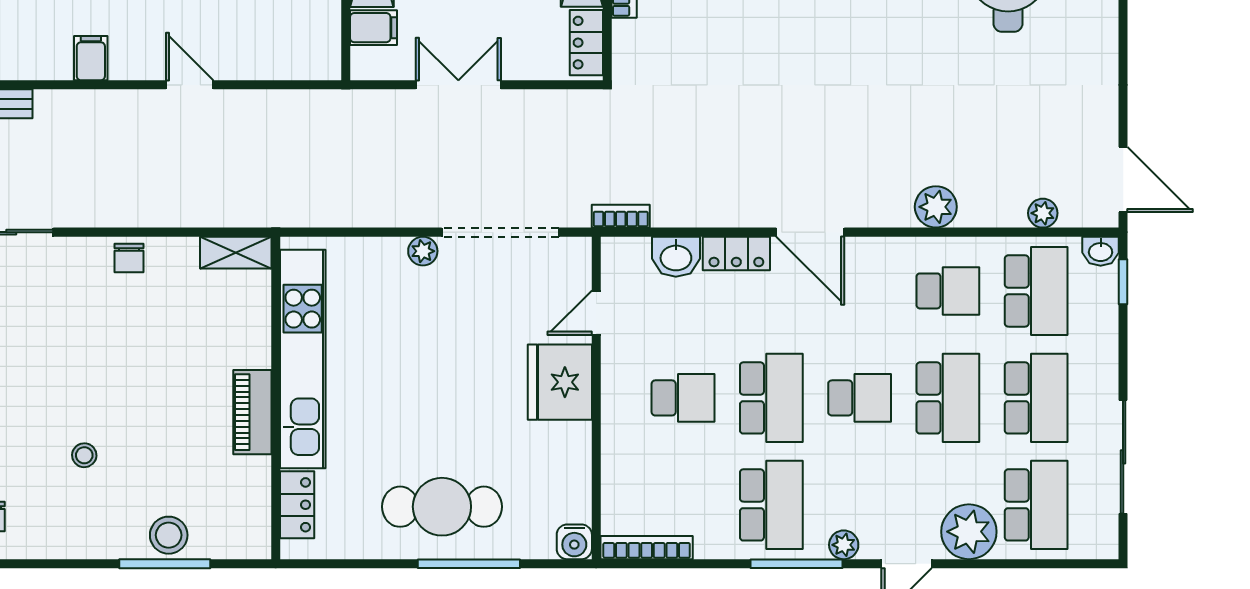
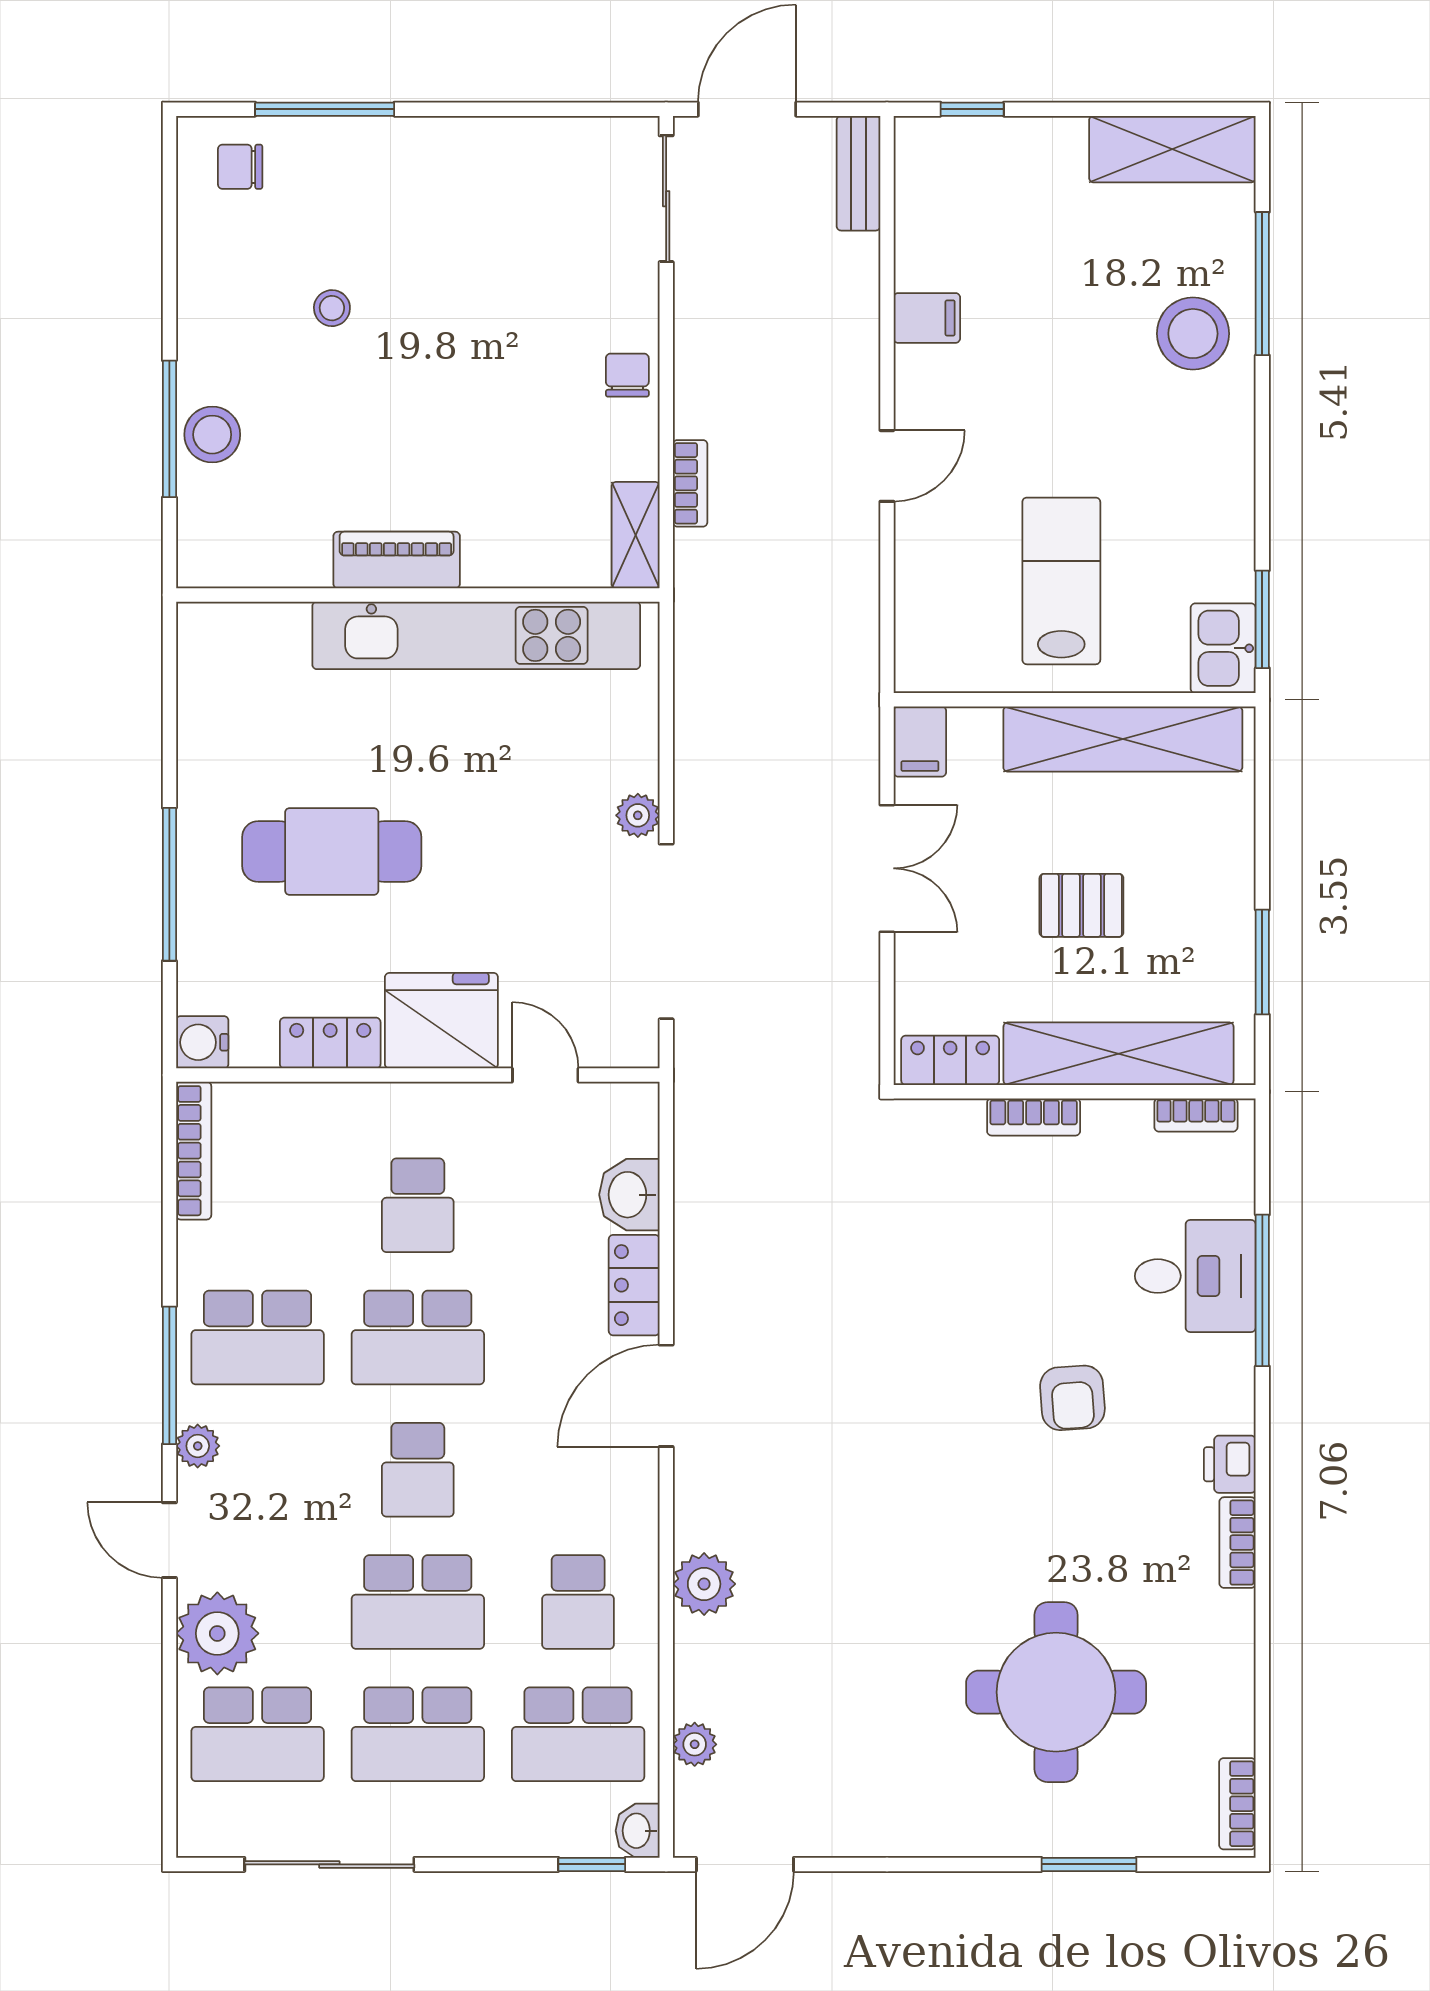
filing cabinet: (374, 28) -> (920, 741), moved
bookcase: (621, 216) -> (690, 483), moved
chair: (129, 258) -> (627, 375), turned 90
locker: (297, 505) -> (330, 1043), moved, turned 180
cafe table: (442, 507) -> (332, 851), moved, turned 90

